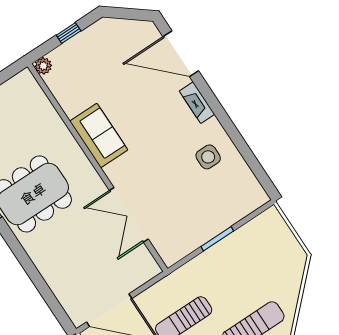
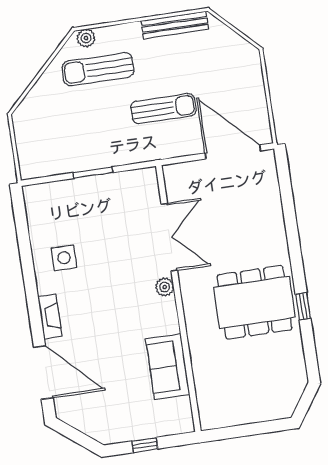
plant: (43, 66) -> (165, 287), moved
sofa: (99, 136) -> (168, 367), moved

